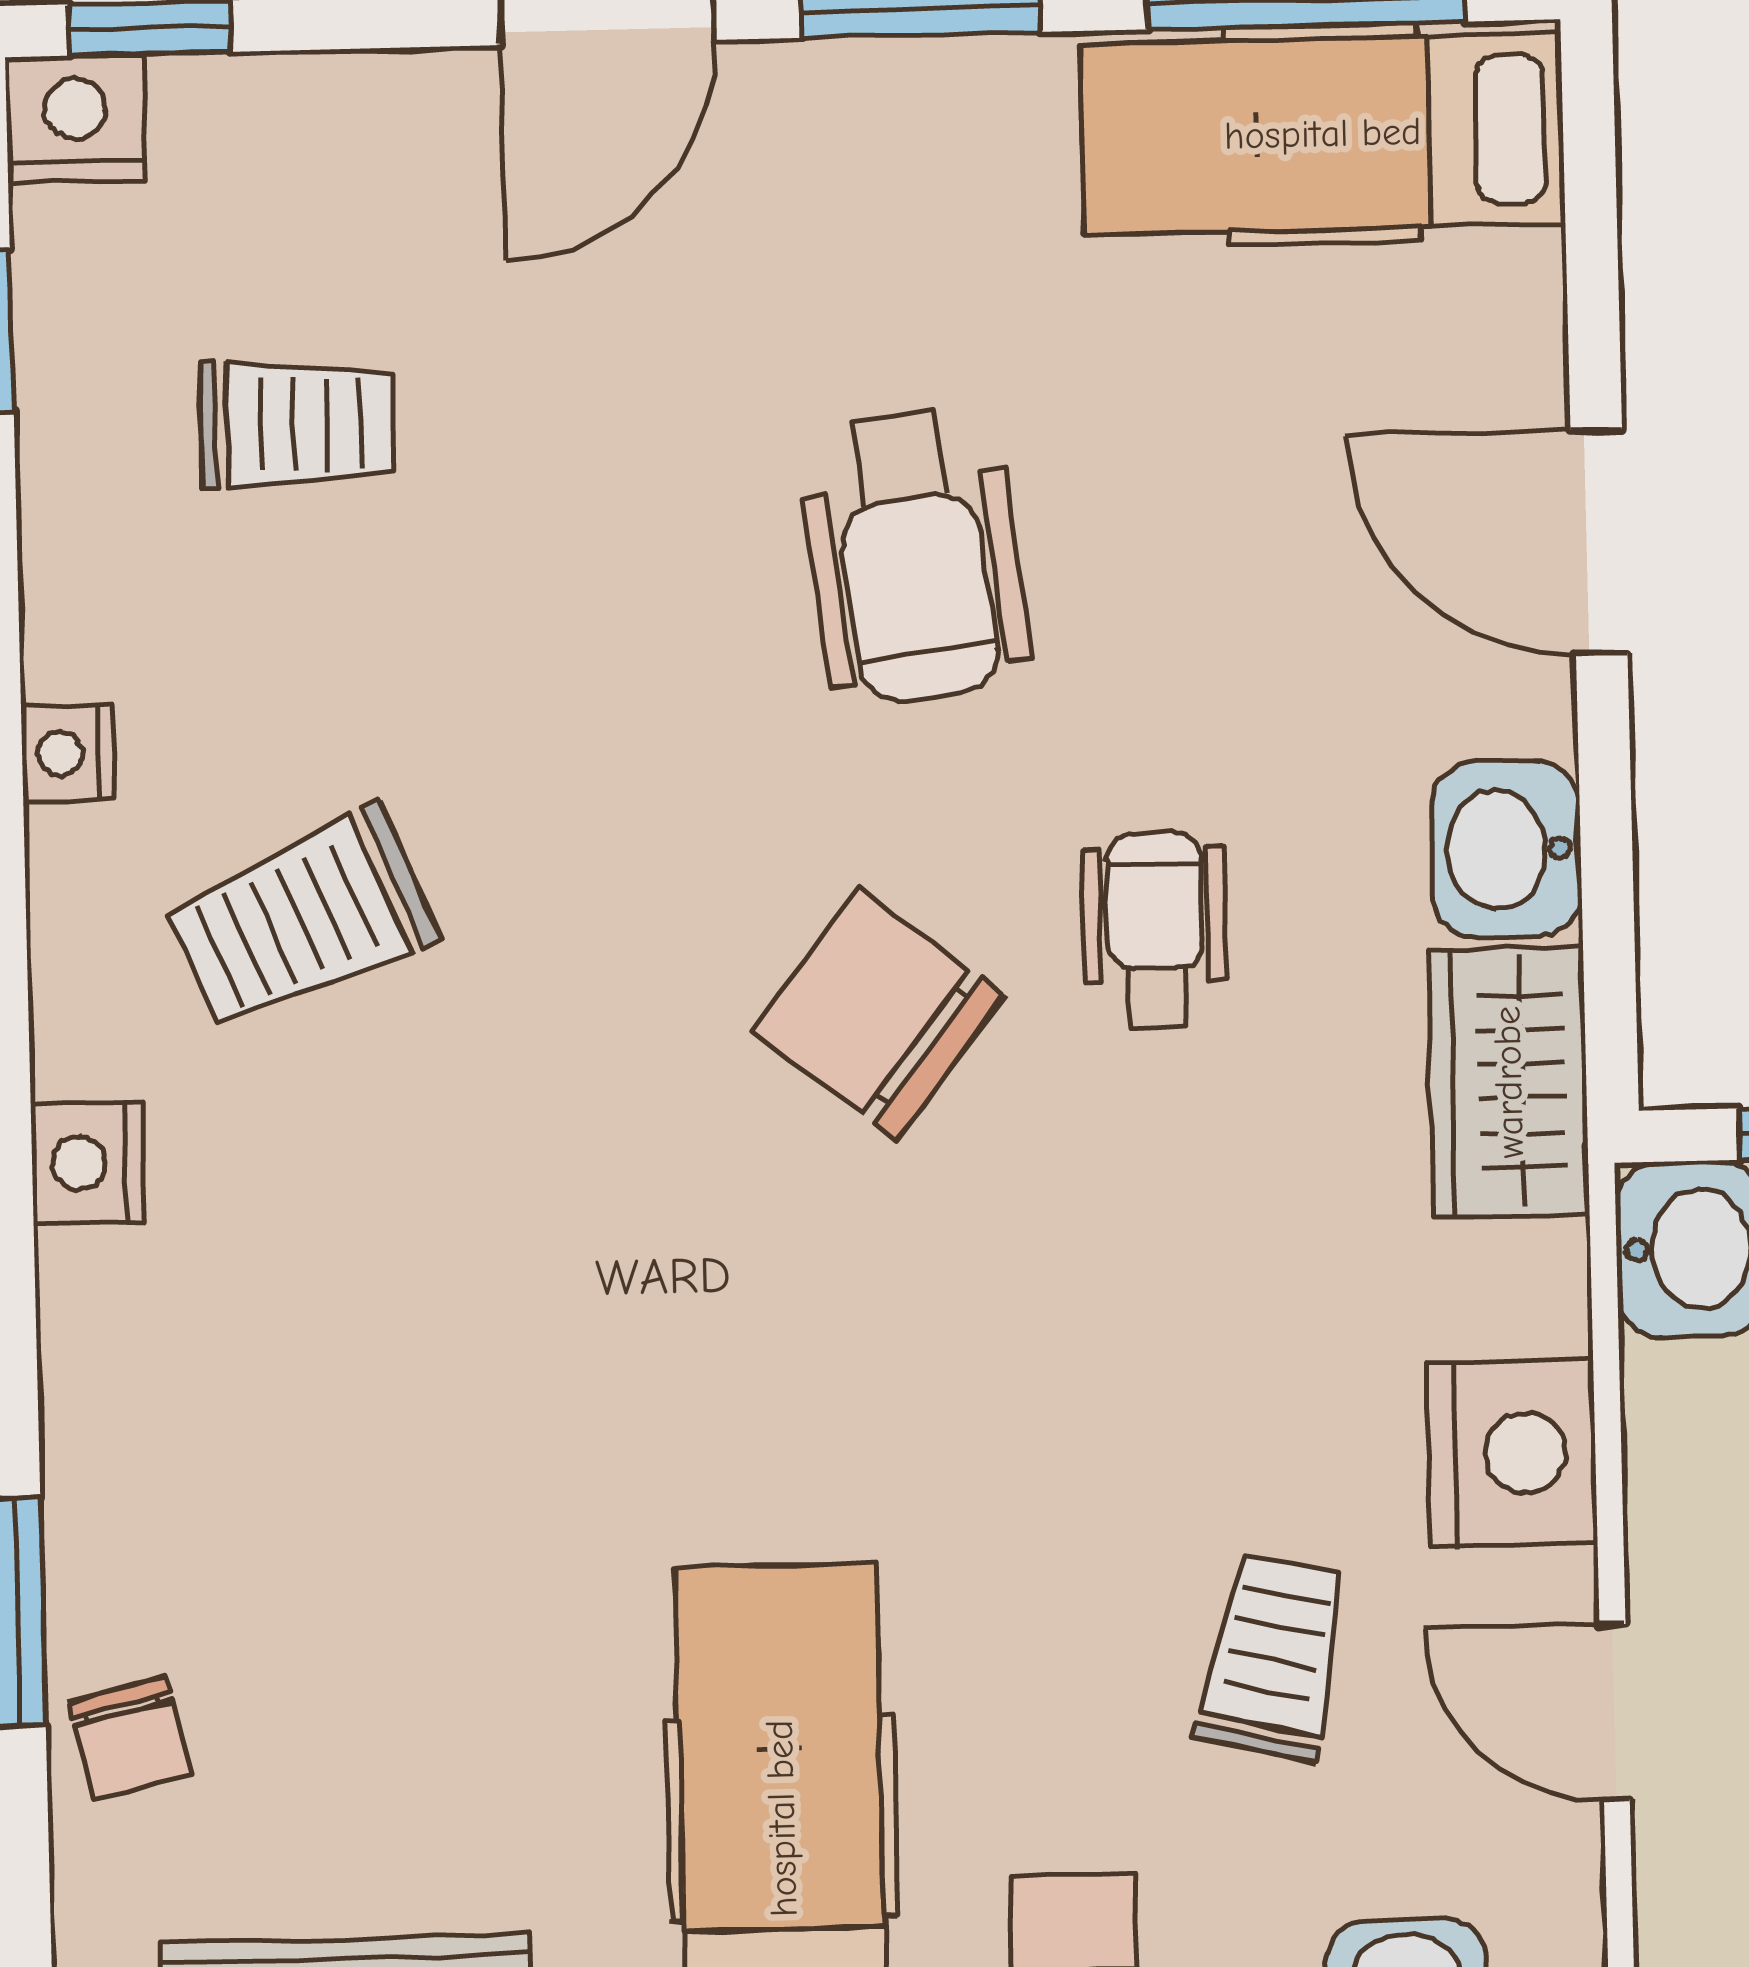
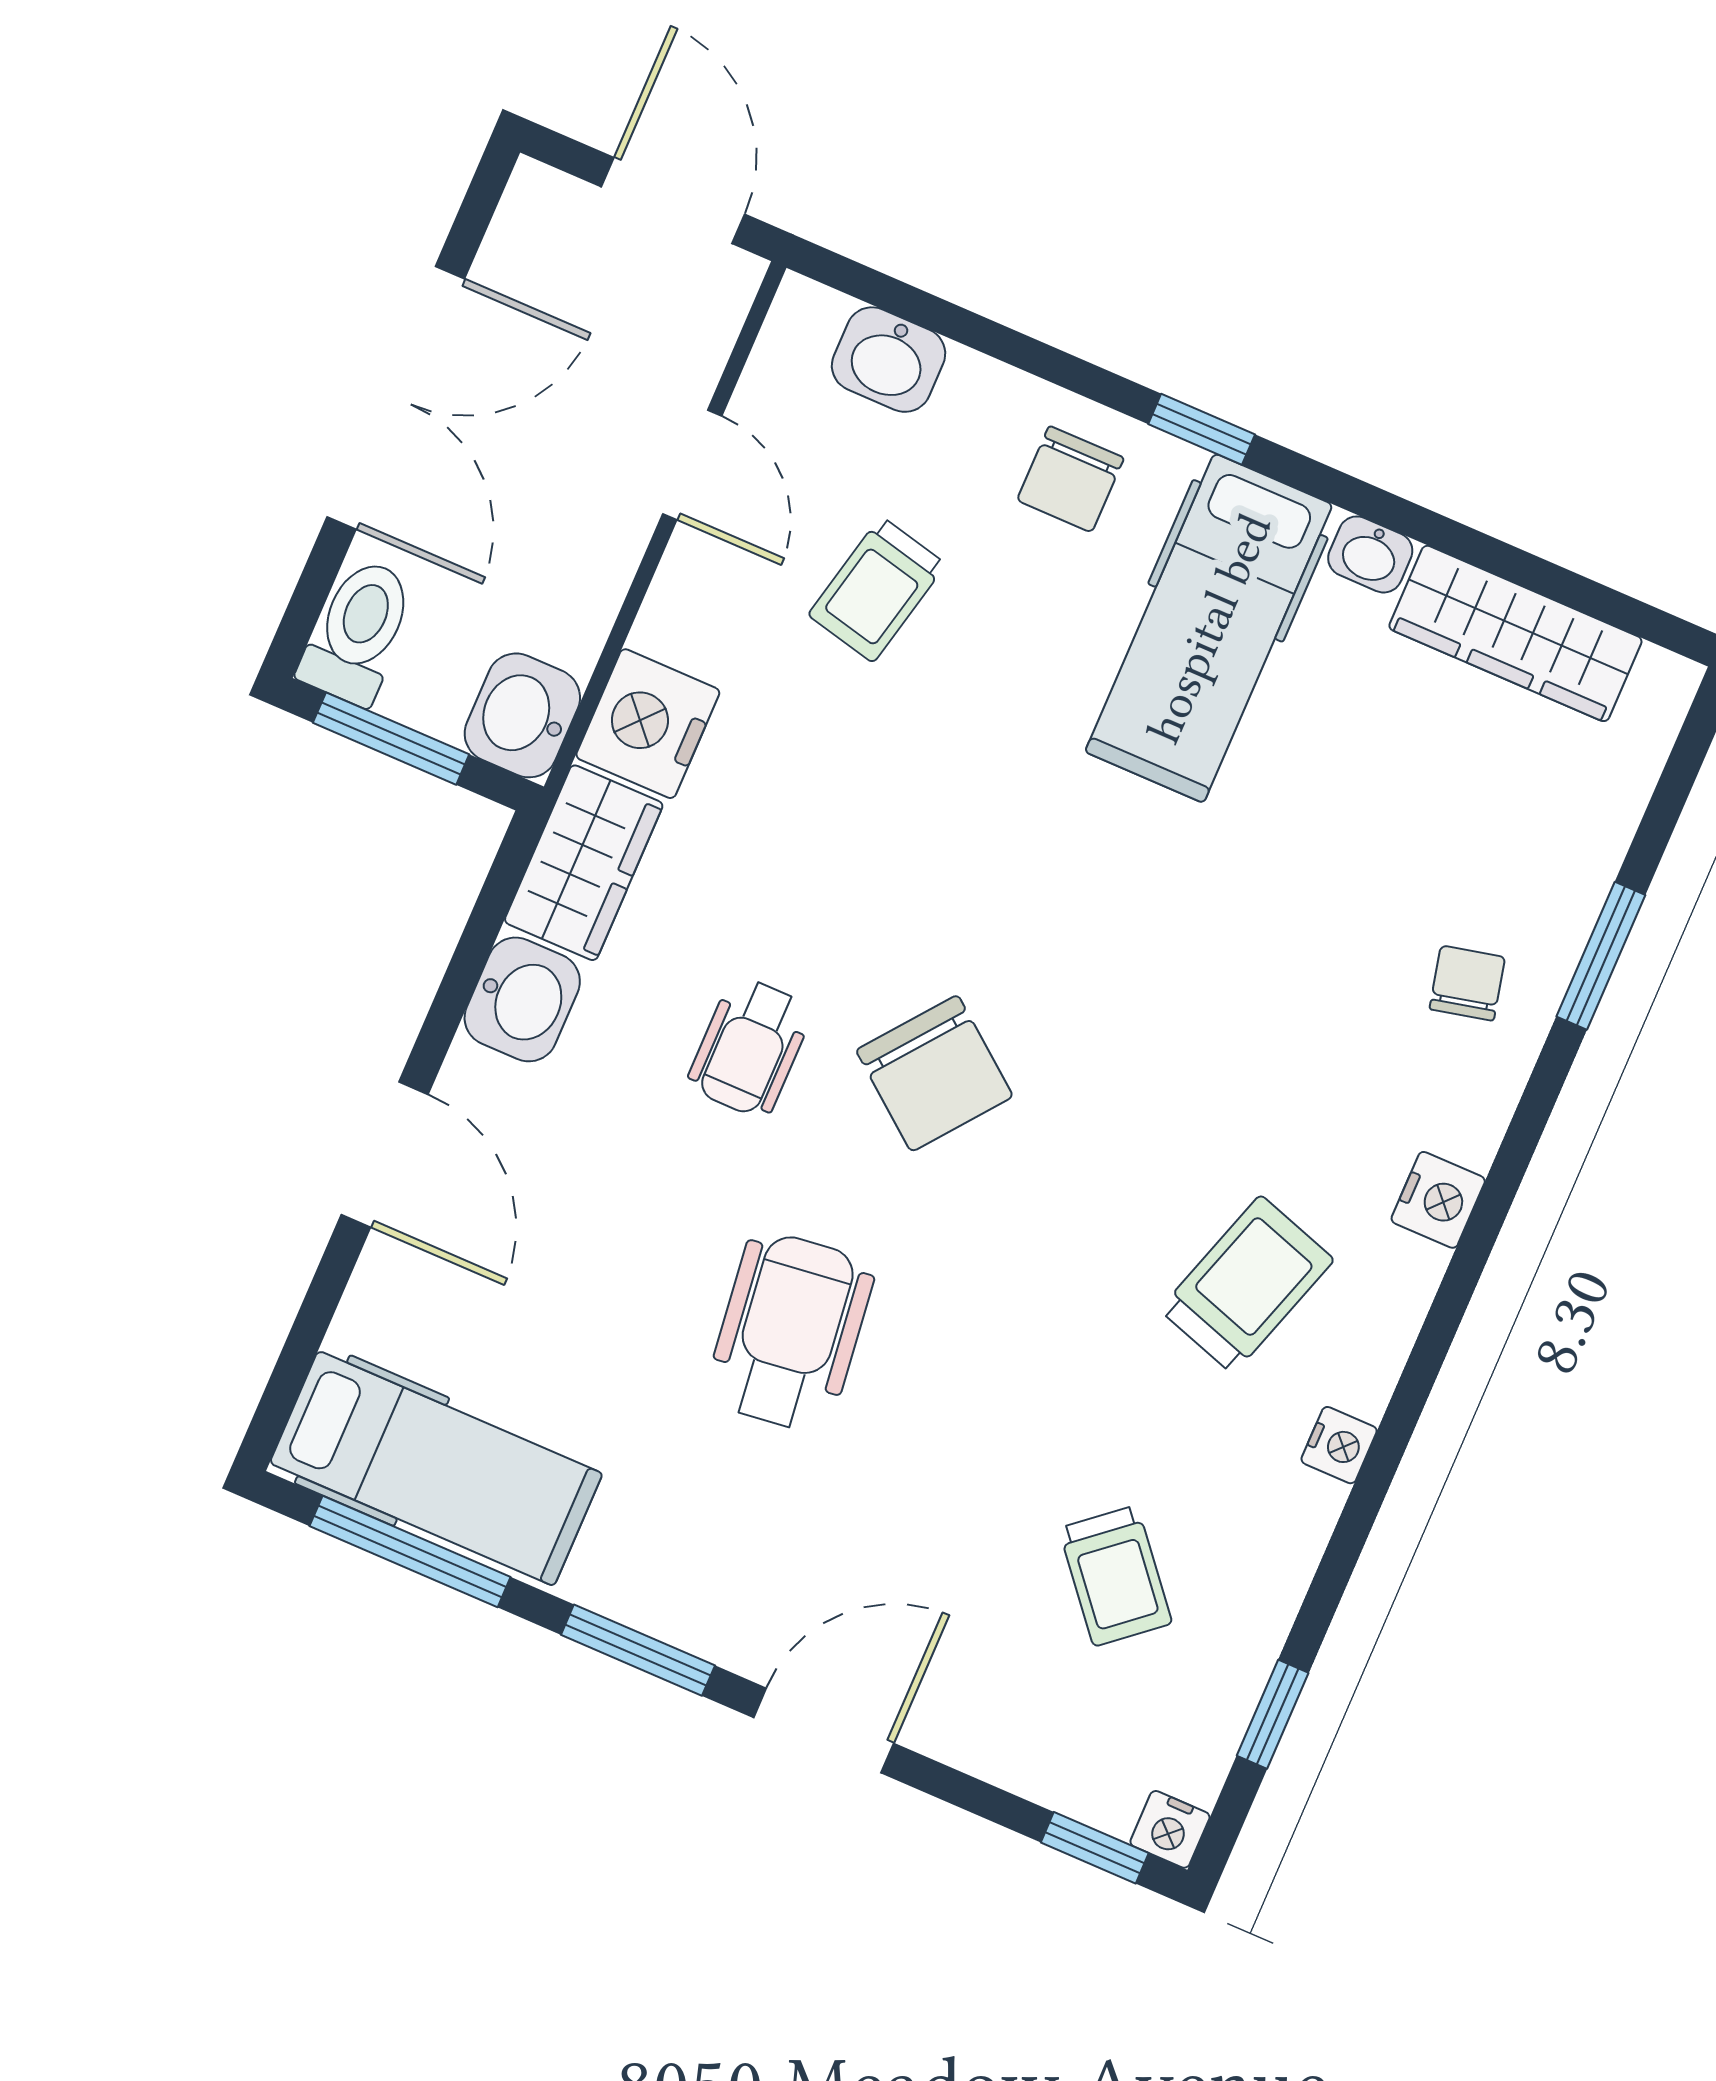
nightstand: (75, 119) -> (1170, 1829), width x0.72, depth x0.74
trolley: (297, 424) -> (1115, 1576), turned -130
trolley: (302, 919) -> (1247, 1285), turned -49
nightstand: (1512, 1453) -> (648, 724), moved
chair: (130, 1738) -> (1467, 983), moved

